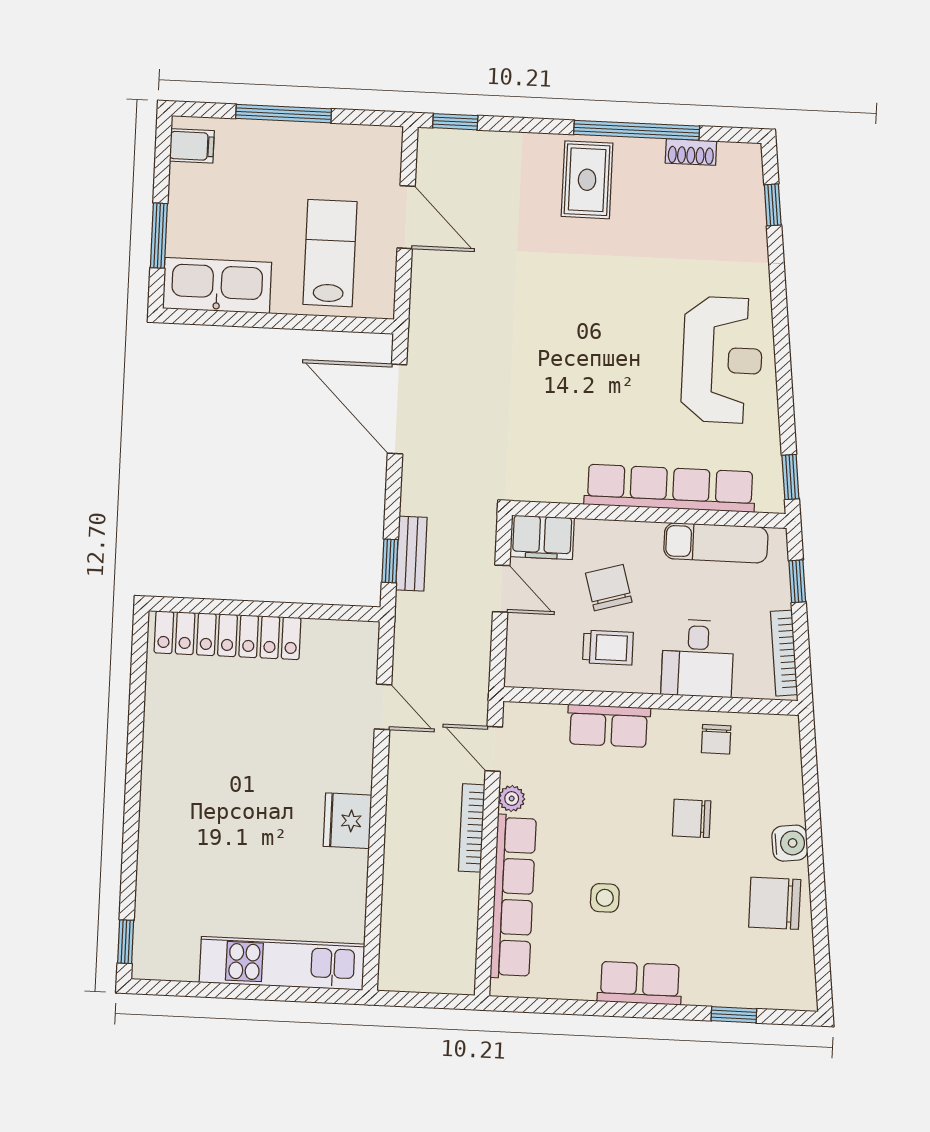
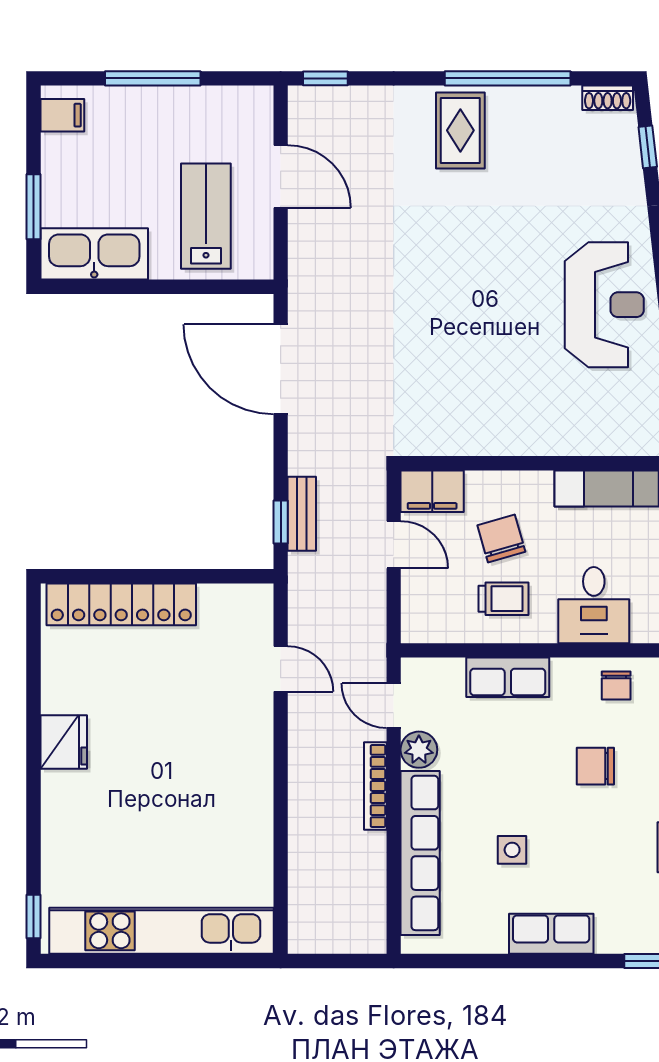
shoe rack: (691, 152) -> (608, 98), moved
row of seats: (670, 488) -> (558, 436), removed
plant: (512, 799) -> (419, 750), width x1.38, depth x1.38
fridge: (348, 821) -> (64, 742), moved, turned 180
kitchen unit: (282, 963) -> (161, 931), width x1.36

